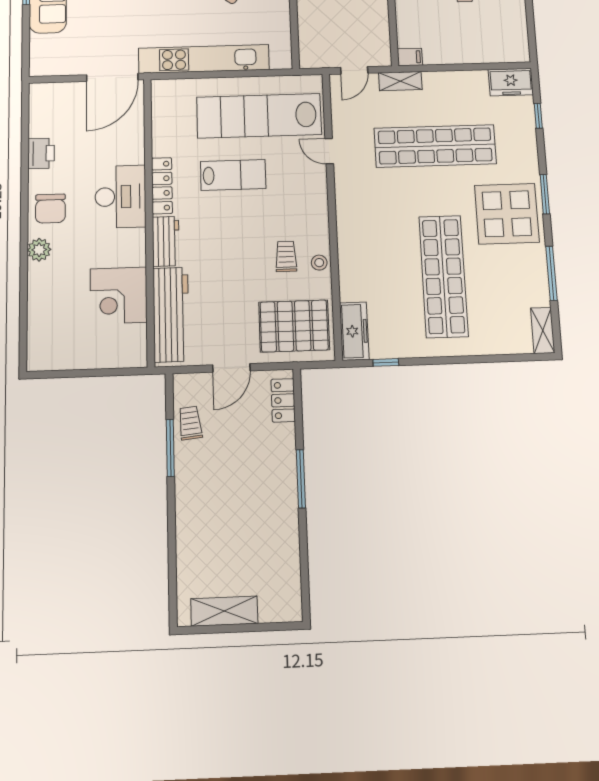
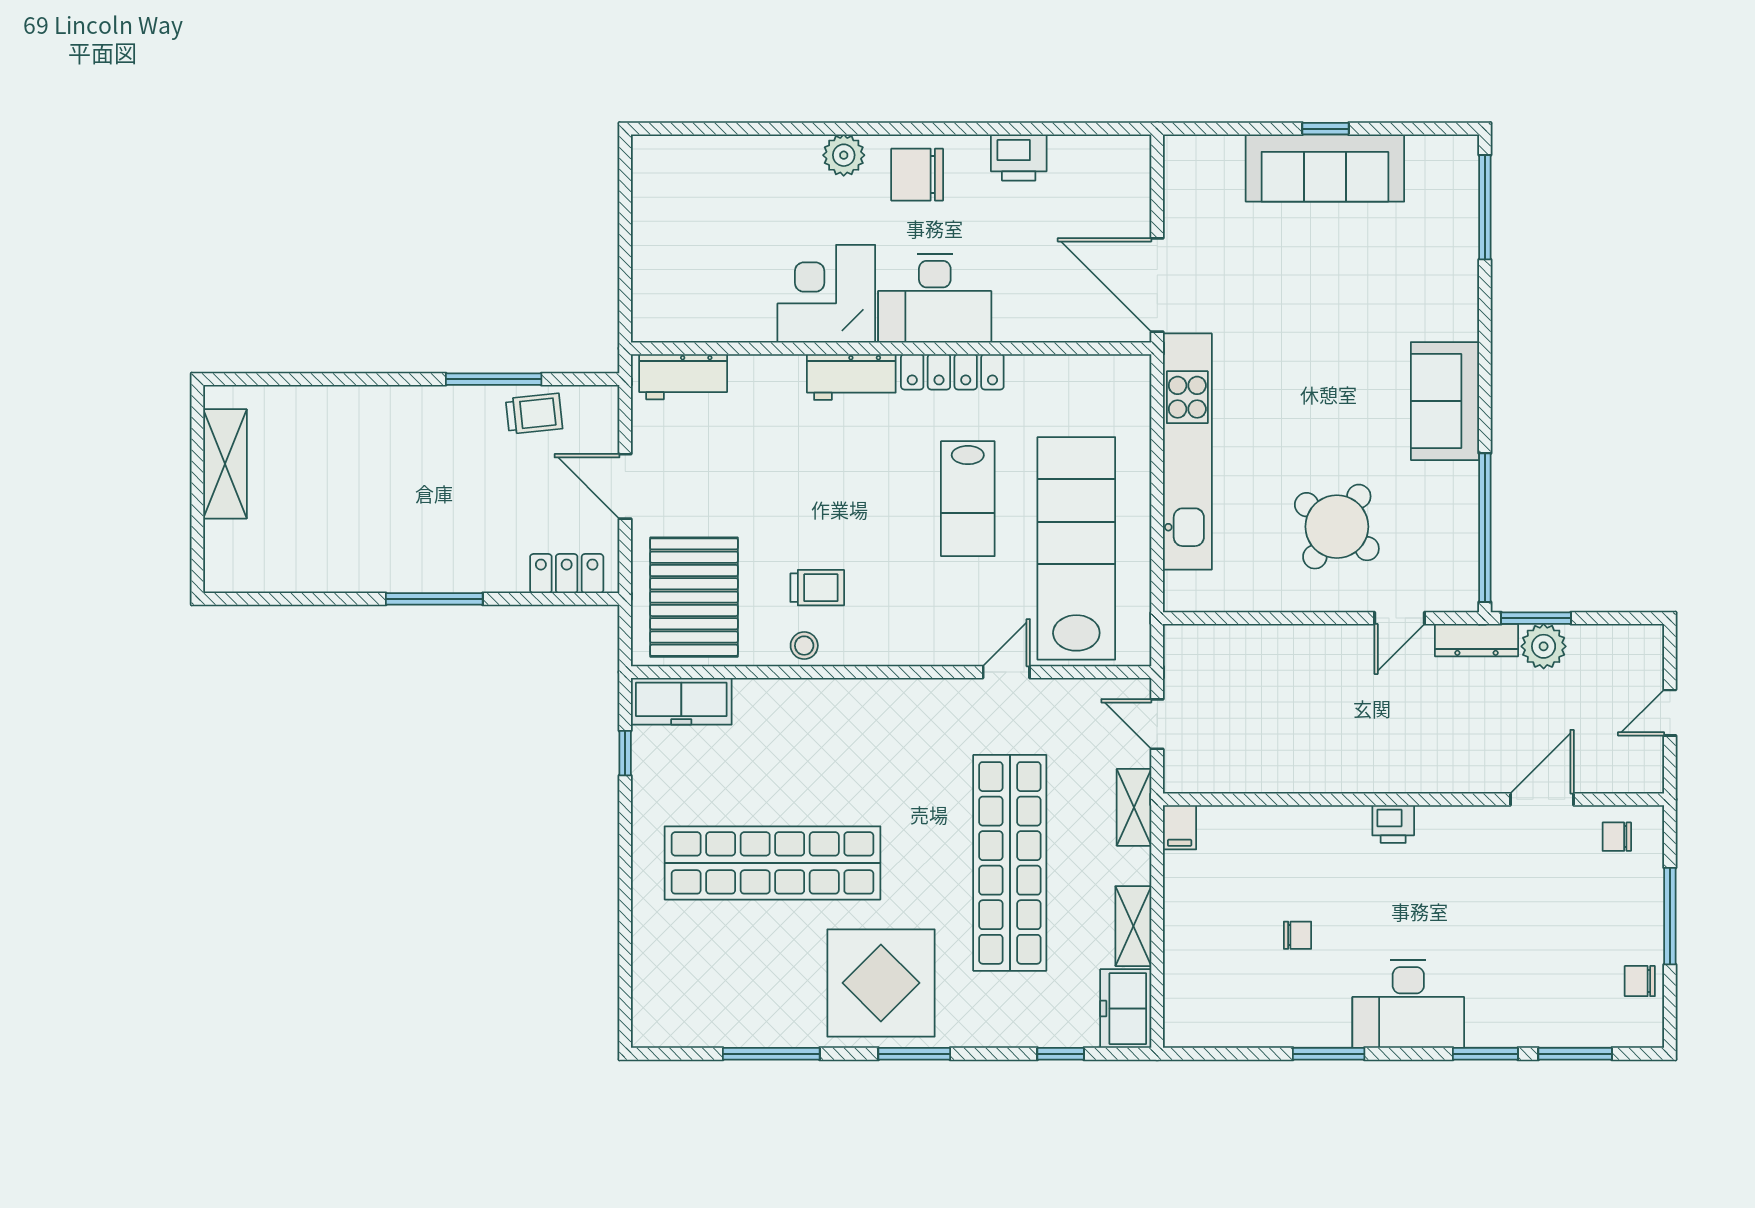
corner desk: (119, 295) -> (826, 294), moved
workbench: (171, 314) -> (683, 377), width x0.53, depth x0.76
shelving: (543, 330) -> (1133, 926), moved, turned 90

